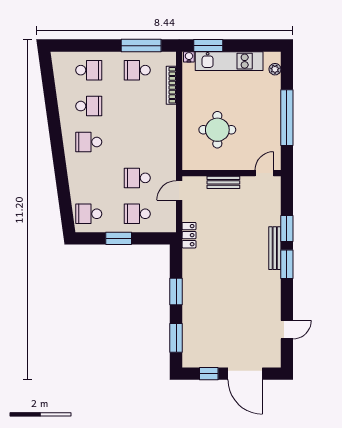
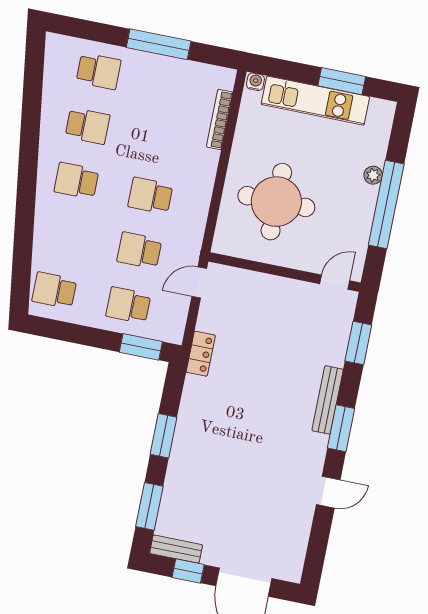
window: (141, 46) -> (159, 44), moved
window: (208, 46) -> (342, 81), moved
plant: (275, 69) -> (373, 175), moved
school desk: (137, 70) -> (150, 196), moved
round table: (217, 130) -> (276, 202), width x1.36, depth x1.36
bench: (223, 182) -> (176, 549), moved
window: (287, 228) -> (358, 343), moved
window: (119, 238) -> (141, 347), moved
door: (287, 330) -> (328, 492), moved

